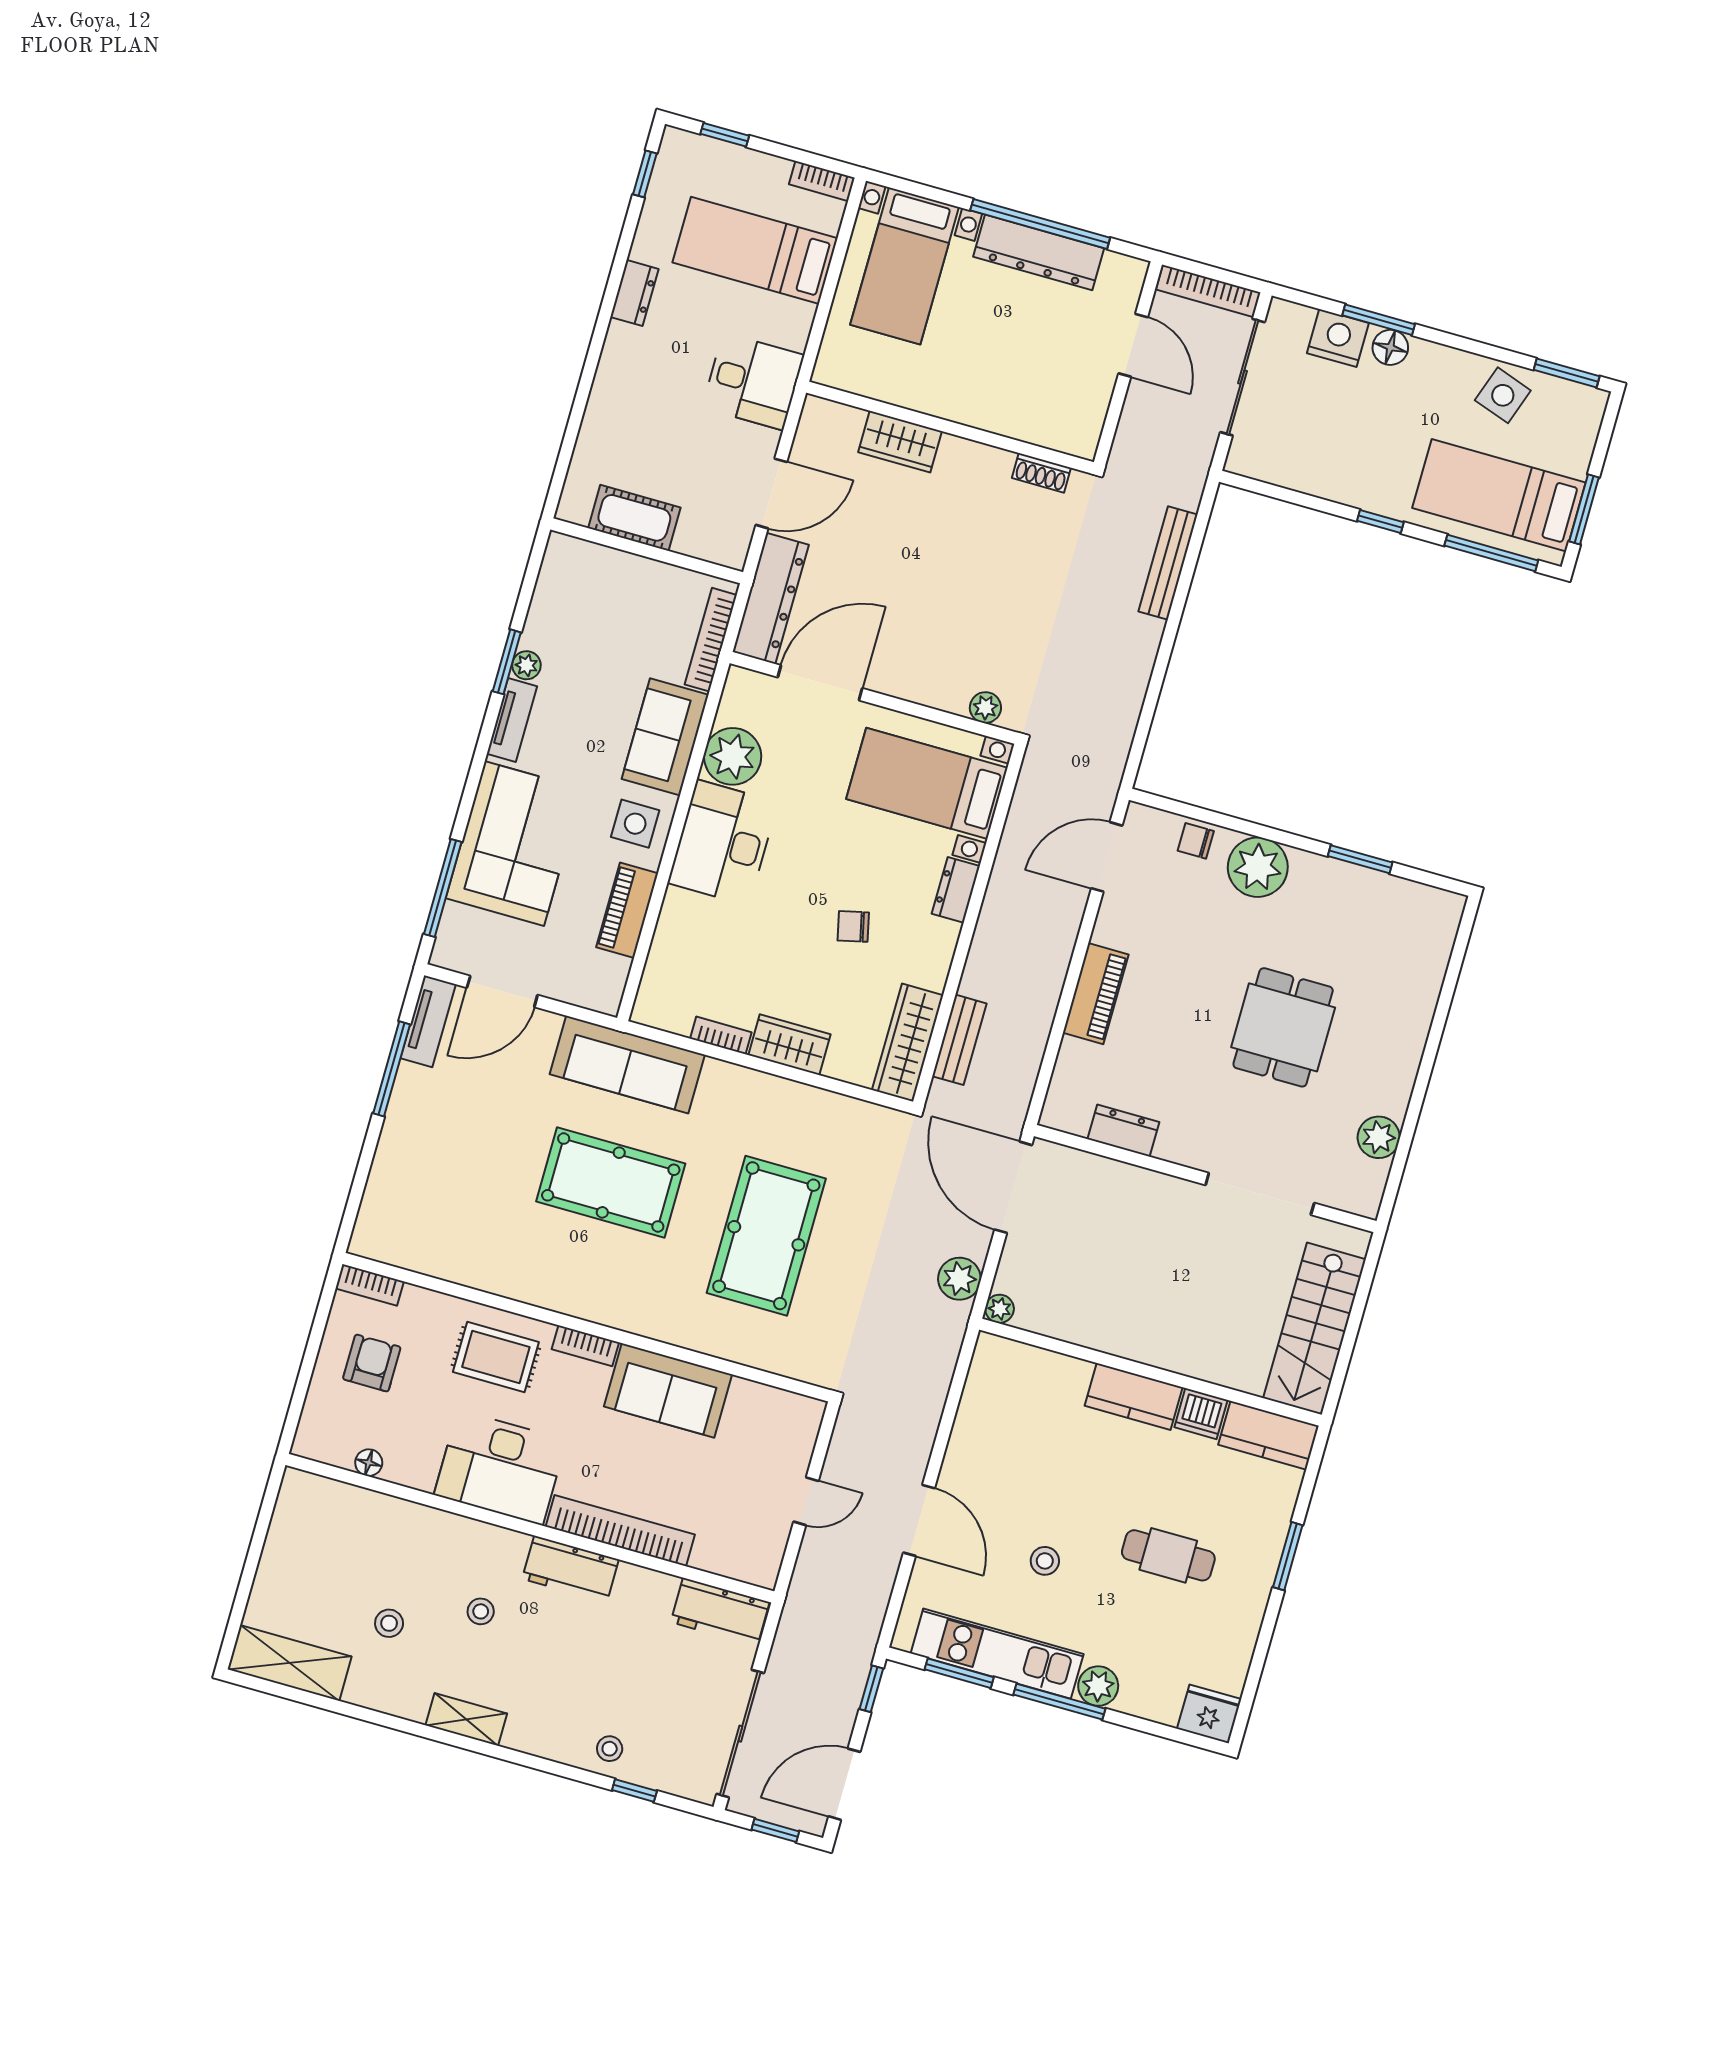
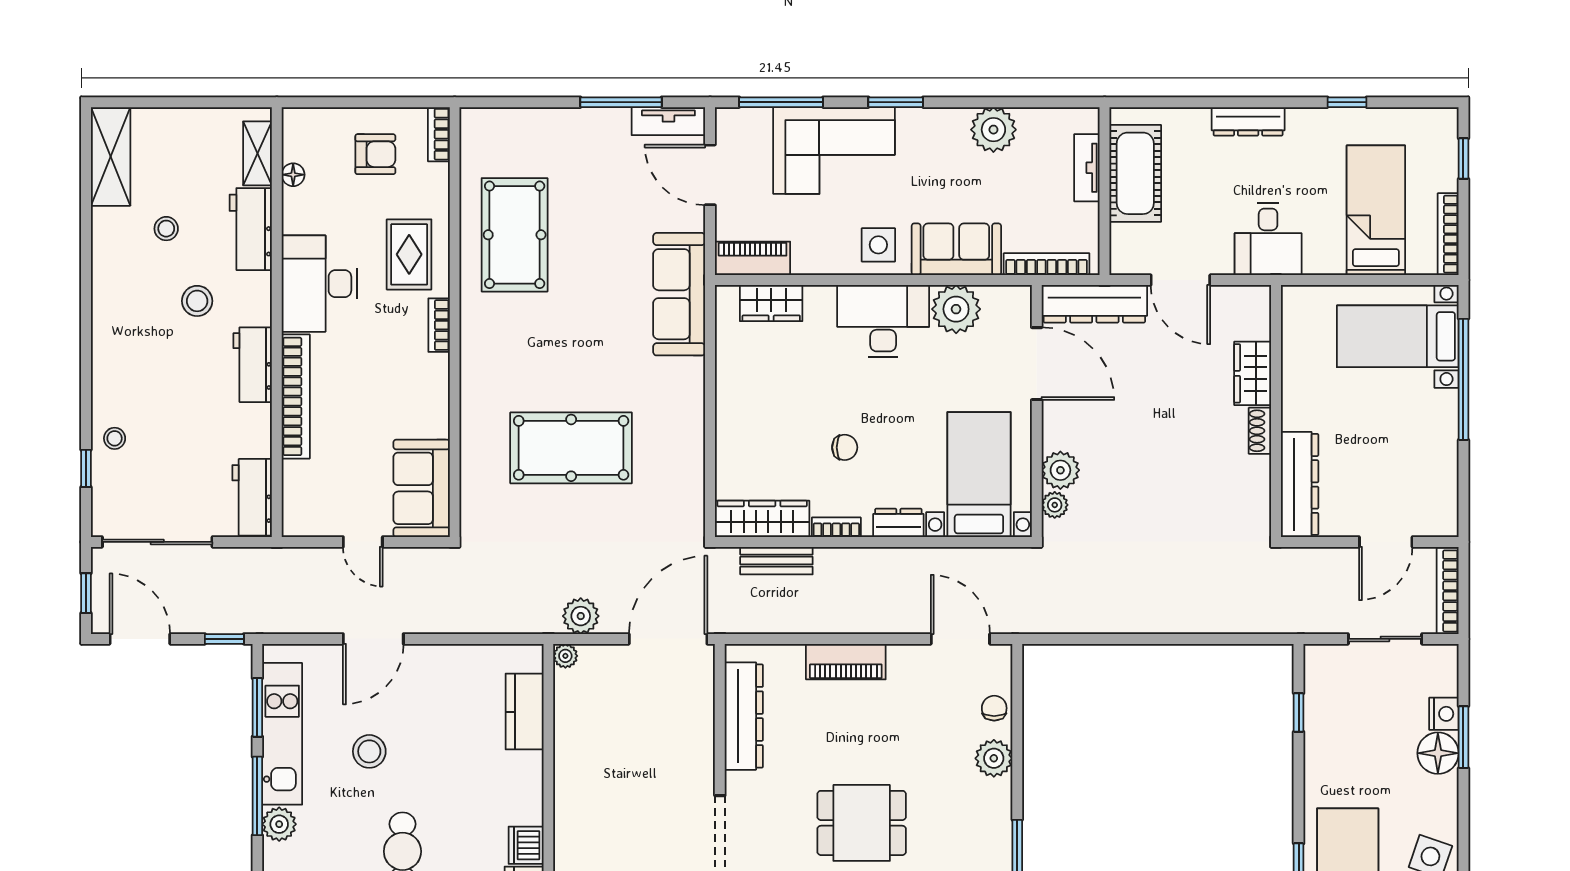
window: (645, 174) -> (1347, 102), moved
bookcase: (822, 181) -> (1448, 234), width x1.56
window: (1040, 224) -> (1463, 379), moved
dresser: (1039, 252) -> (1300, 484), moved, turned 180
dresser: (634, 293) -> (1248, 121), moved, width x1.44
nightstand: (1338, 338) -> (1444, 714), width x0.74, depth x0.75
floor lamp: (1390, 347) -> (1438, 753), width x1.38, depth x1.38
sliding door: (1242, 377) -> (1385, 639), width x0.73
shoe rack: (1041, 473) -> (1260, 431), moved
cot: (634, 518) -> (1135, 173), width x1.37, depth x1.34
window: (1380, 522) -> (1299, 712), moved
bench: (1168, 563) -> (1215, 621), removed
window: (507, 662) -> (896, 102), moved
plant: (526, 665) -> (993, 130), width x1.88, depth x1.88
plant: (948, 690) -> (1060, 470), added
tv unit: (512, 720) -> (1087, 168), moved, turned 90
plant: (1258, 867) -> (994, 758), width x0.73, depth x0.73
piano: (627, 910) -> (753, 258), moved
chair: (853, 926) -> (845, 447), turned 103
bookcase: (721, 1035) -> (836, 527), moved, turned -90
wardrobe: (789, 1045) -> (771, 303), moved, turned 90
dresser: (1123, 1131) -> (744, 716), width x1.96, depth x1.24
pool table: (611, 1183) -> (515, 235), moved
sofa: (668, 1390) -> (422, 488), moved
kitchen counter: (1134, 1396) -> (525, 712), moved
workbench: (417, 1528) -> (251, 229), added
stool: (1045, 1561) -> (369, 751), width x1.37, depth x1.37
stool: (481, 1611) -> (197, 301), width x1.37, depth x1.37
shelving: (466, 1719) -> (258, 153), moved

